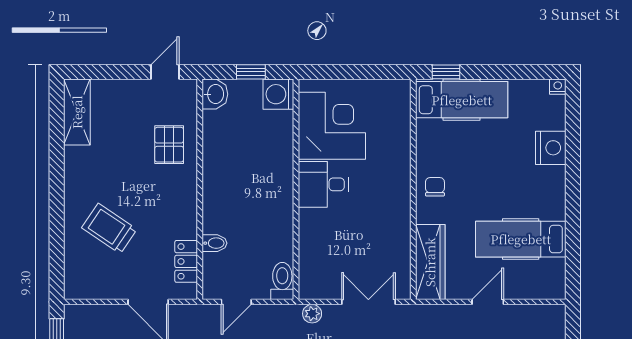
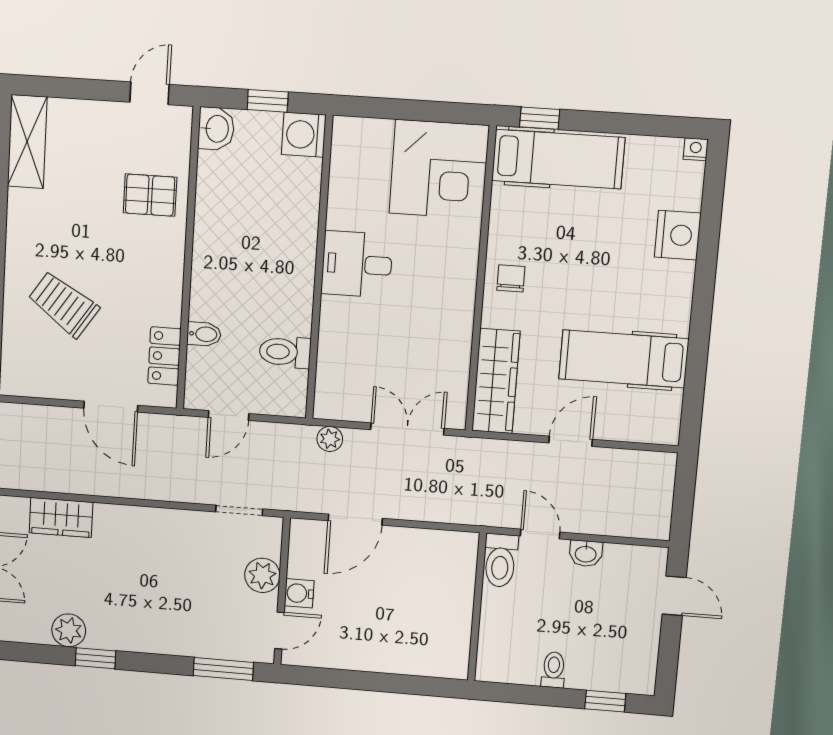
corner desk: (332, 126) -> (439, 169), moved, turned 90
pallet: (169, 145) -> (150, 195), turned 90
toilet: (282, 281) -> (285, 352), moved, turned -90

